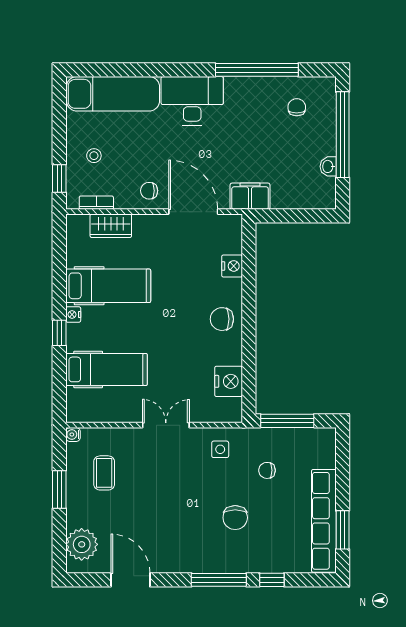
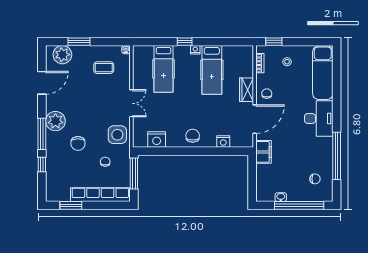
wardrobe: (111, 226) -> (247, 90), moved
side table: (220, 449) -> (117, 135), width x1.87, depth x1.87
window: (59, 489) -> (79, 42), moved
chair: (235, 518) -> (78, 143), turned -90
row of seats: (324, 521) -> (100, 195), moved
plant: (197, 556) -> (55, 121), added

